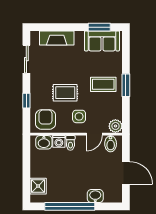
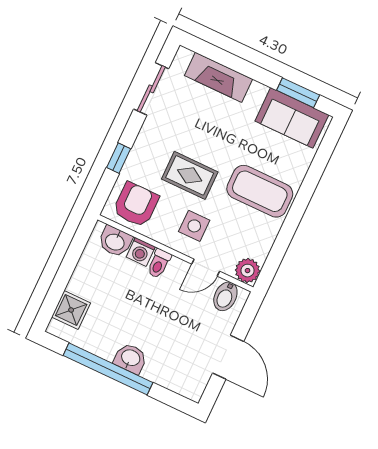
coffee table: (103, 84) -> (260, 191), width x1.36, depth x1.32
window: (126, 85) -> (297, 211), removed
washbasin: (95, 196) -> (130, 358), moved

